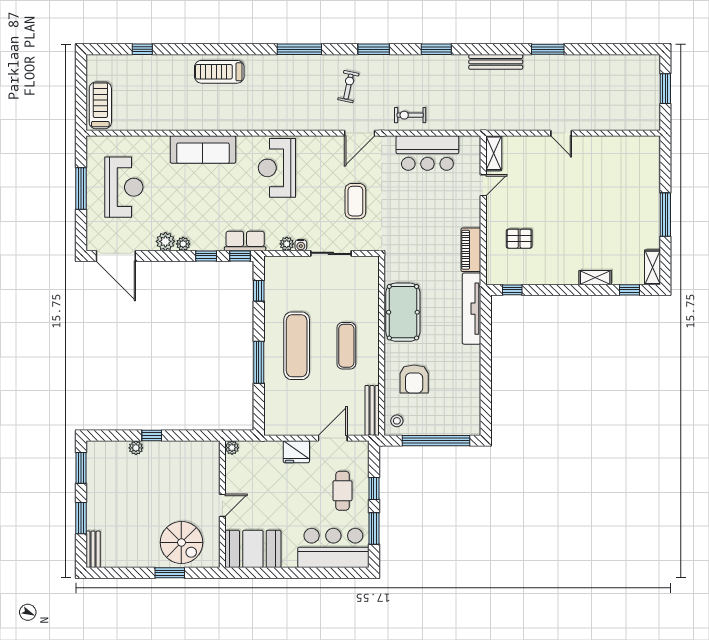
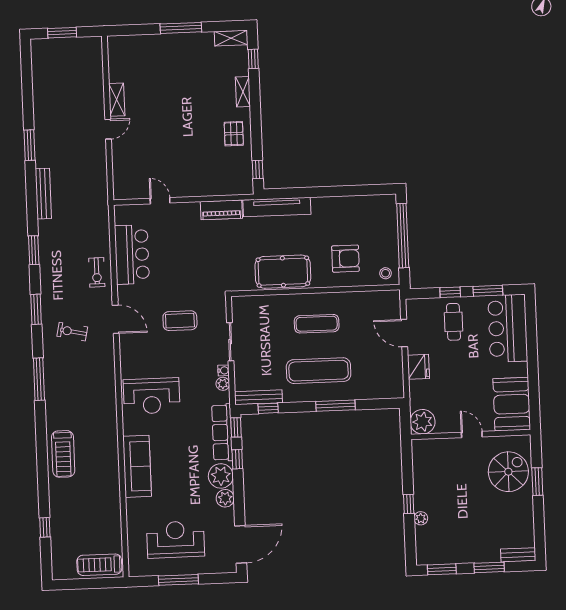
shelving: (494, 153) -> (117, 100), moved, turned 90
pallet: (519, 239) -> (234, 134), moved
row of seats: (245, 241) -> (222, 432), width x1.48
plant: (183, 244) -> (221, 476), width x1.88, depth x1.88
bench: (372, 410) -> (259, 397), moved
plant: (232, 448) -> (423, 422), width x1.87, depth x1.87
cafe table: (342, 491) -> (453, 322), turned 90

